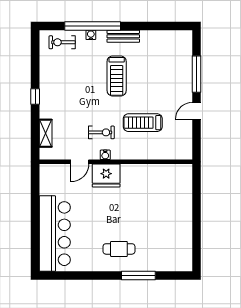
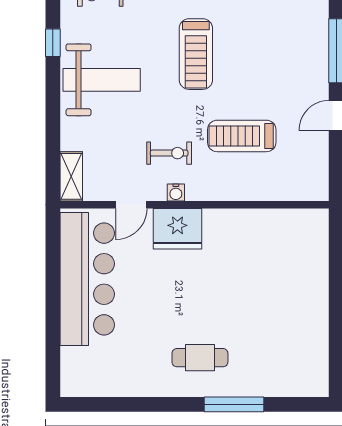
weight bench: (63, 91) -> (102, 80), added
window: (35, 97) -> (53, 43), moved
shelving: (46, 133) -> (71, 176), moved
bar counter: (55, 234) -> (87, 279), moved

